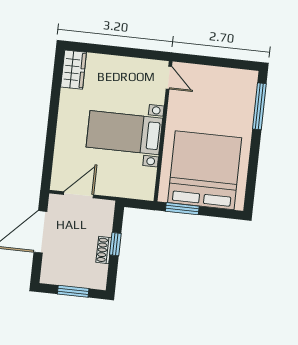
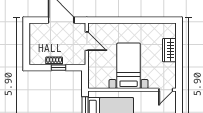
wardrobe: (74, 70) -> (169, 50), moved, turned 90
window: (73, 291) -> (26, 44), removed

